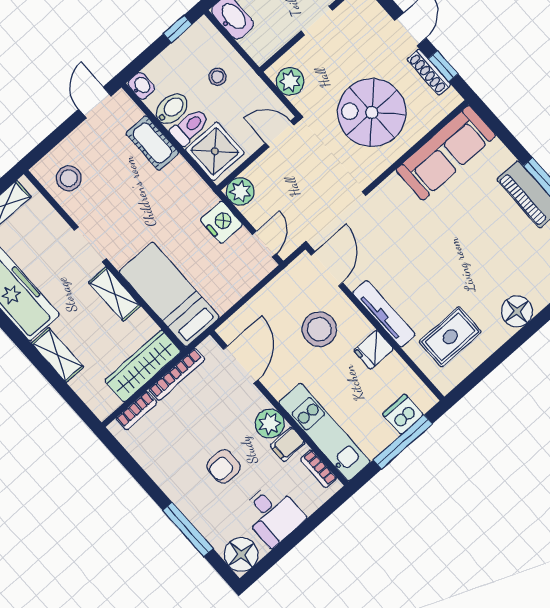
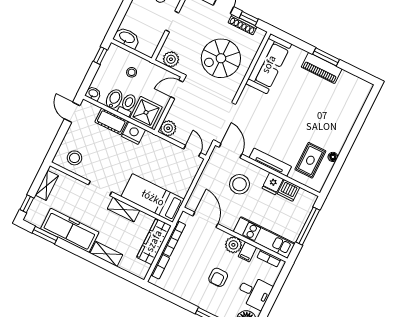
nightstand: (221, 222) -> (133, 133), moved
floor lamp: (517, 311) -> (333, 157), moved, width x0.53, depth x0.53
dishwasher: (403, 414) -> (288, 190), moved, turned -90

